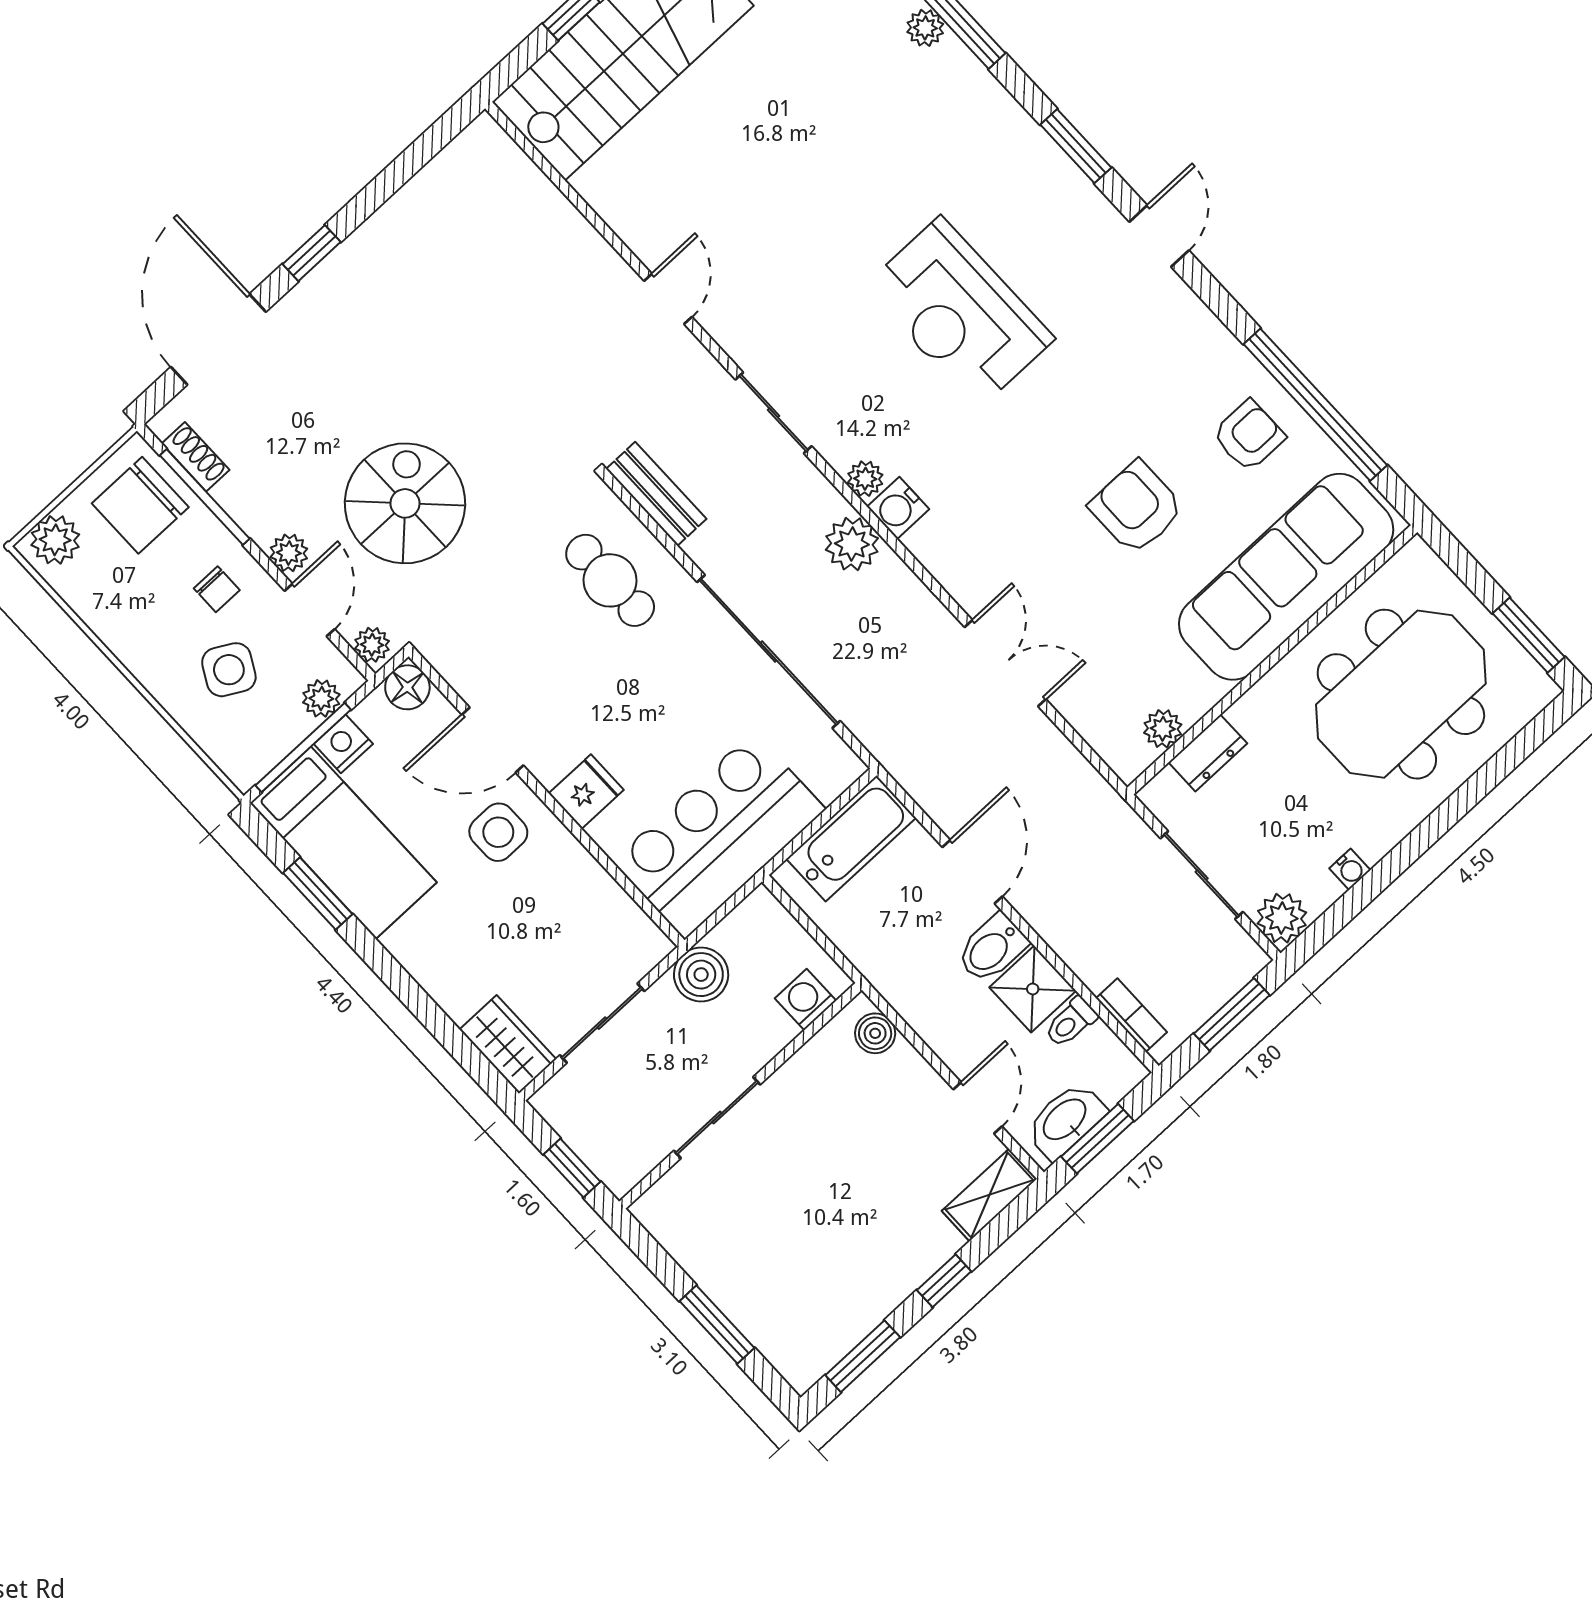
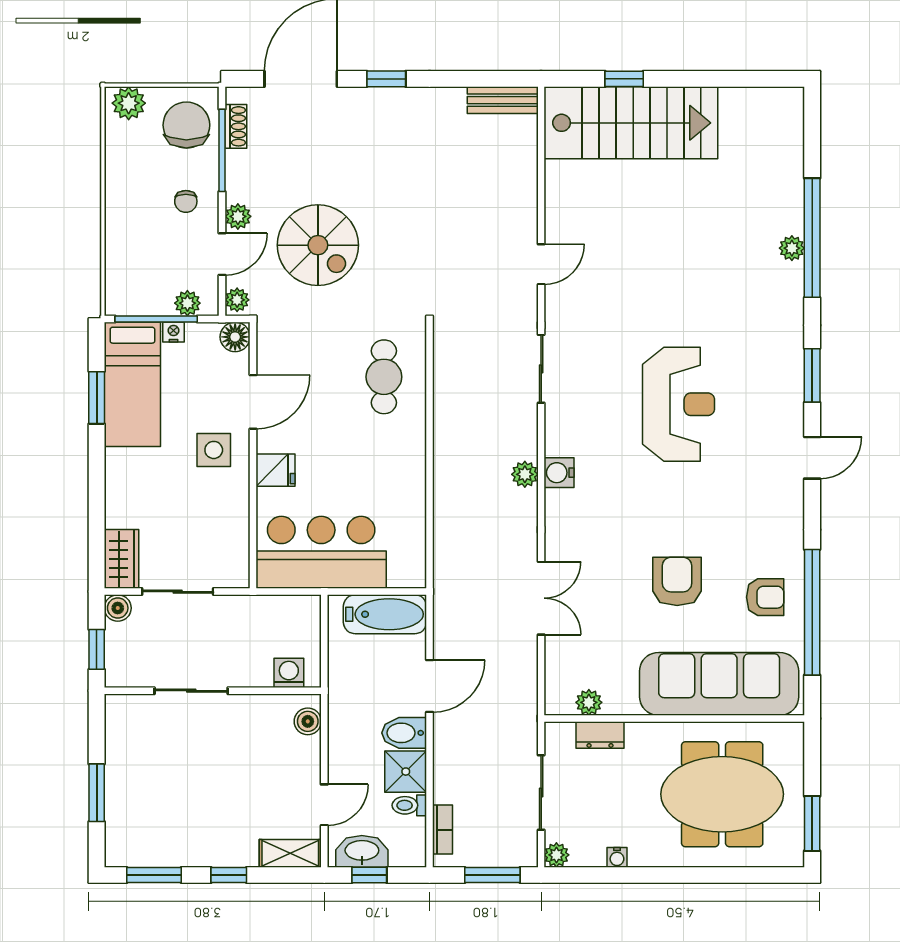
reception desk: (959, 313) -> (678, 404), turned 180
plant: (865, 479) -> (556, 443), removed
bench: (656, 494) -> (503, 100), moved, turned 90
spiral stairs: (405, 503) -> (318, 245), turned 90
chair: (140, 505) -> (186, 125), turned 90
plant: (852, 544) -> (525, 474), width x0.73, depth x0.73
sliding door: (769, 652) -> (430, 484), removed
side table: (229, 670) -> (155, 247), removed
door: (493, 740) -> (253, 402), swing flipped
nightstand: (343, 744) -> (173, 332), width x0.72, depth x0.74
plant: (1282, 918) -> (556, 855), width x0.73, depth x0.73
boiler: (701, 975) -> (118, 608), moved, width x0.73, depth x0.73
window: (1097, 1139) -> (369, 875), width x0.67

